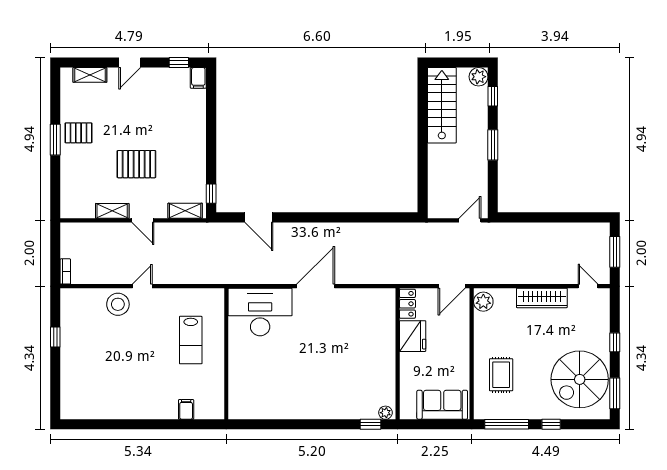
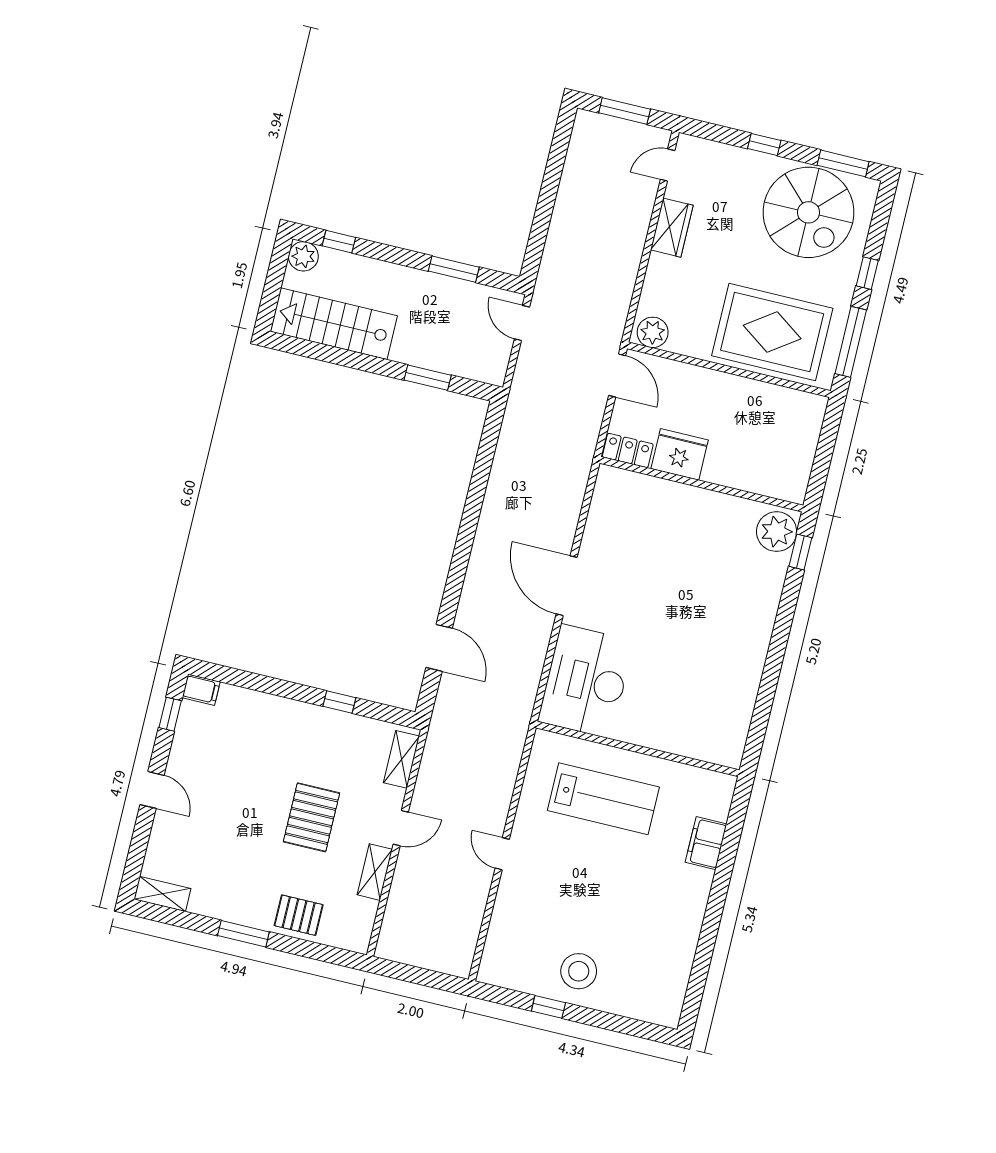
shelving: (90, 75) -> (162, 894), moved, turned 90
pallet: (78, 133) -> (299, 915), moved, turned 90
window: (493, 145) -> (454, 269), moved
window: (423, 171) -> (428, 378), added
window: (211, 194) -> (339, 702), moved
door: (259, 217) -> (439, 648), hinge flipped
bookcase: (65, 271) -> (451, 967), removed
wardrobe: (542, 298) -> (672, 228), width x0.67
stool: (118, 304) -> (579, 971), moved
lab bench: (191, 340) -> (603, 799), width x1.36, depth x1.39
rug: (501, 375) -> (772, 332), width x1.86, depth x2.06
sofa: (442, 405) -> (797, 434), removed
filing cabinet: (186, 409) -> (706, 843), width x2.00
plant: (385, 413) -> (777, 532), width x1.87, depth x1.87

